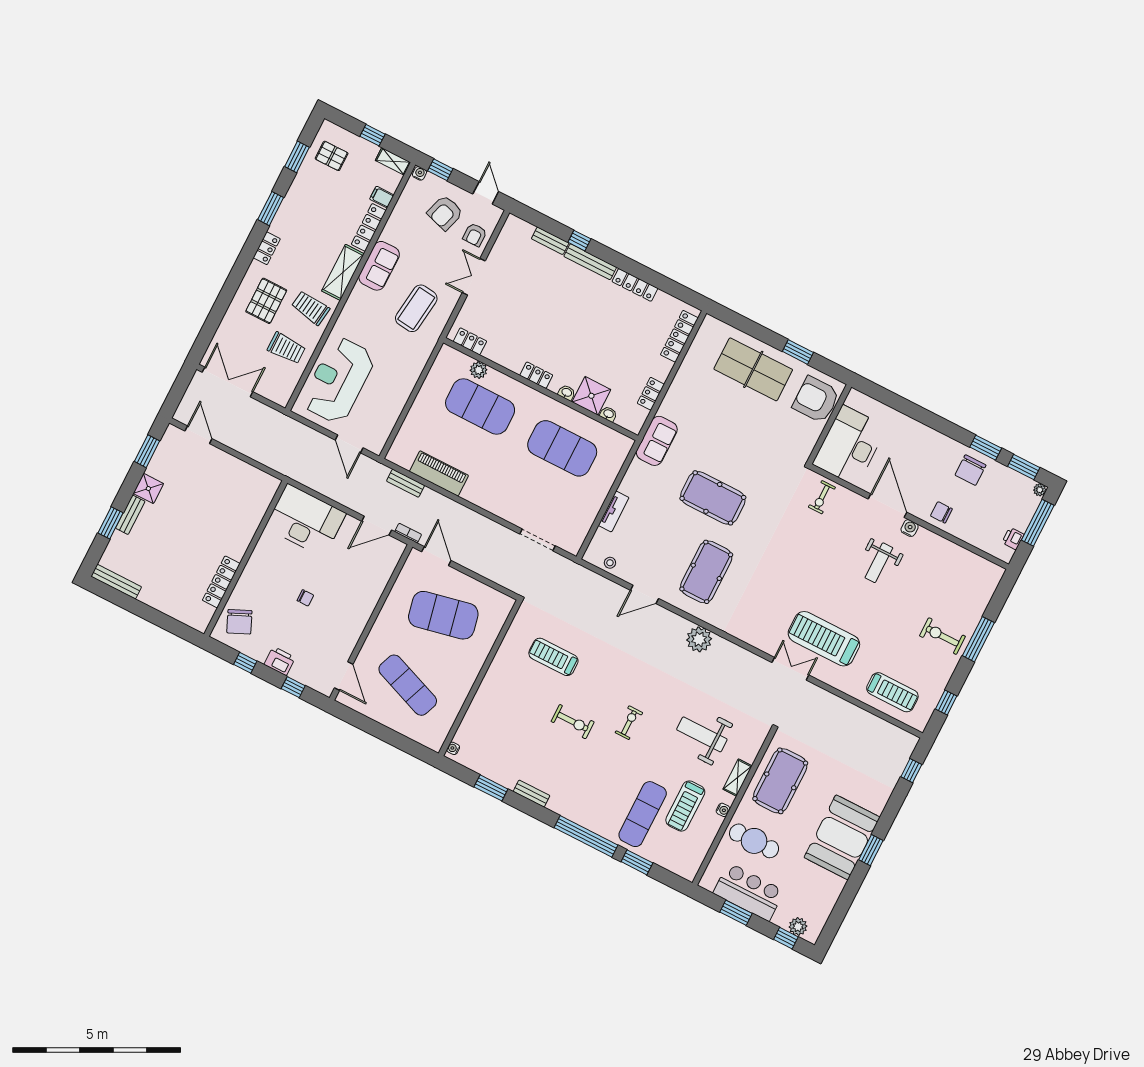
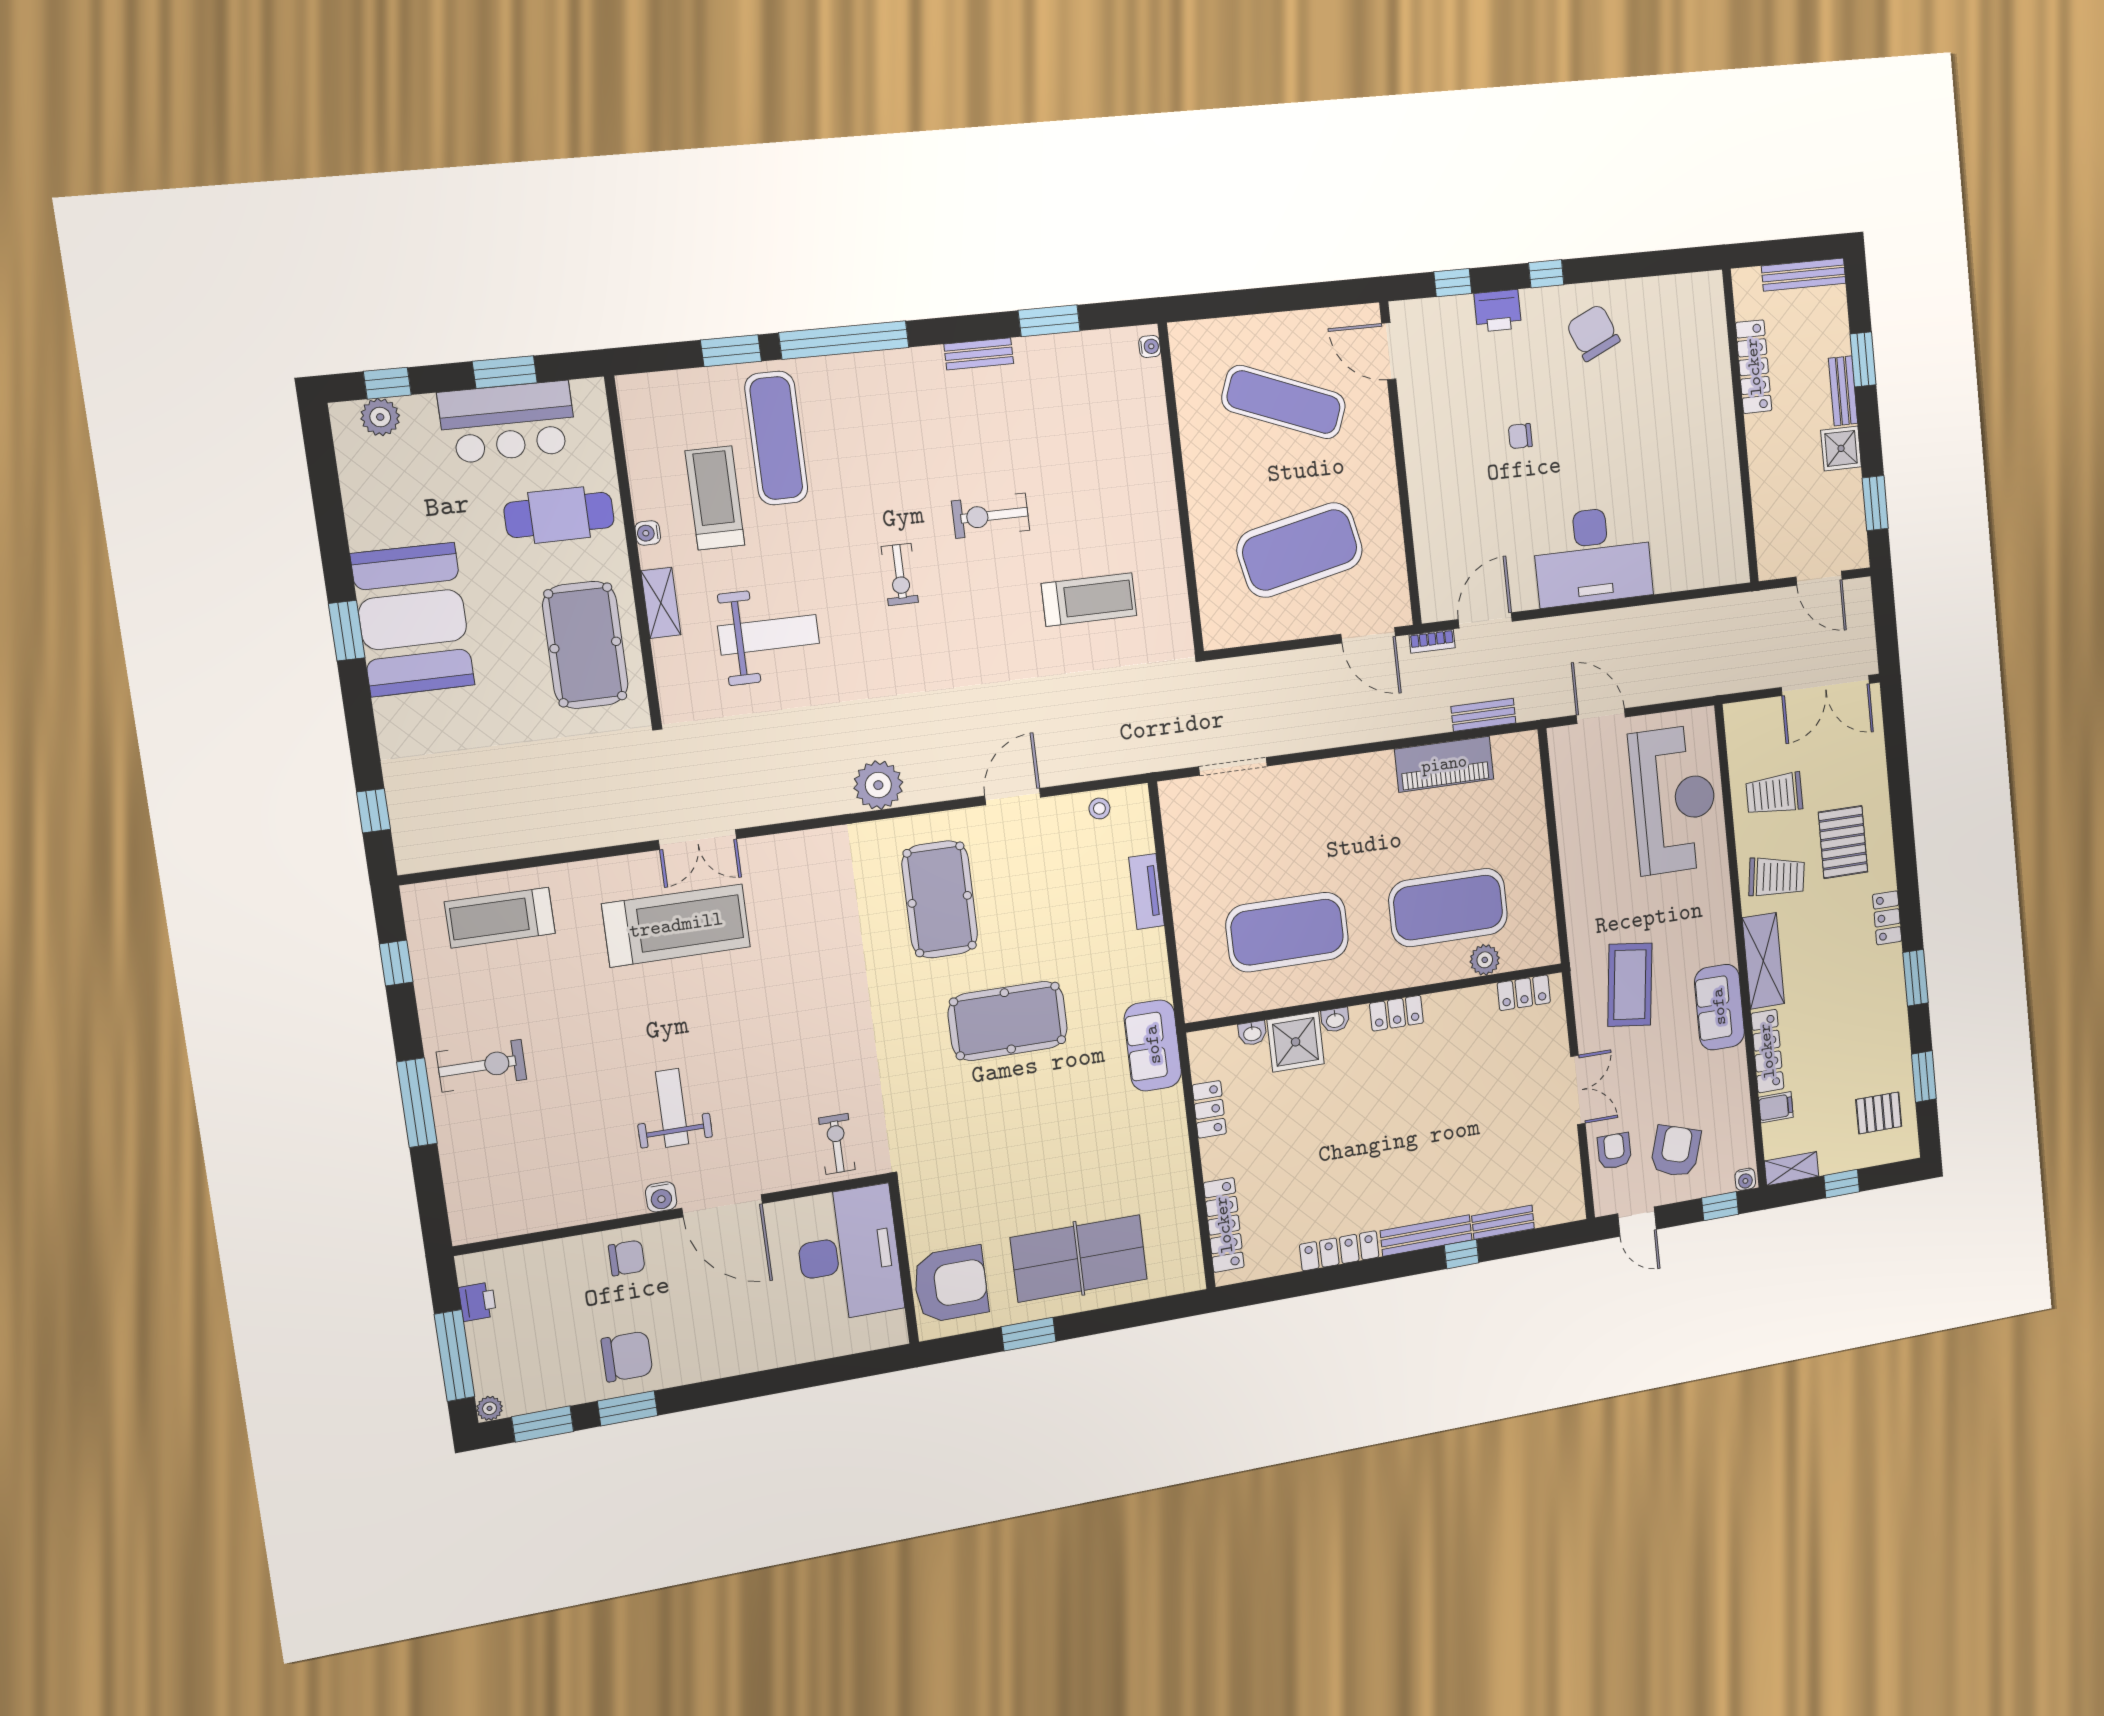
chair: (970, 470) -> (627, 1357), turned 90
wall: (246, 559) -> (1740, 427), moved
locker: (221, 582) -> (1754, 367), moved

